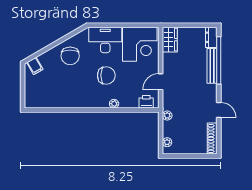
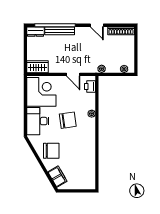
filing cabinet: (35, 66) -> (57, 177), width x2.00
chair: (106, 75) -> (68, 120), turned 82
door: (219, 110) -> (97, 25), swing flipped

